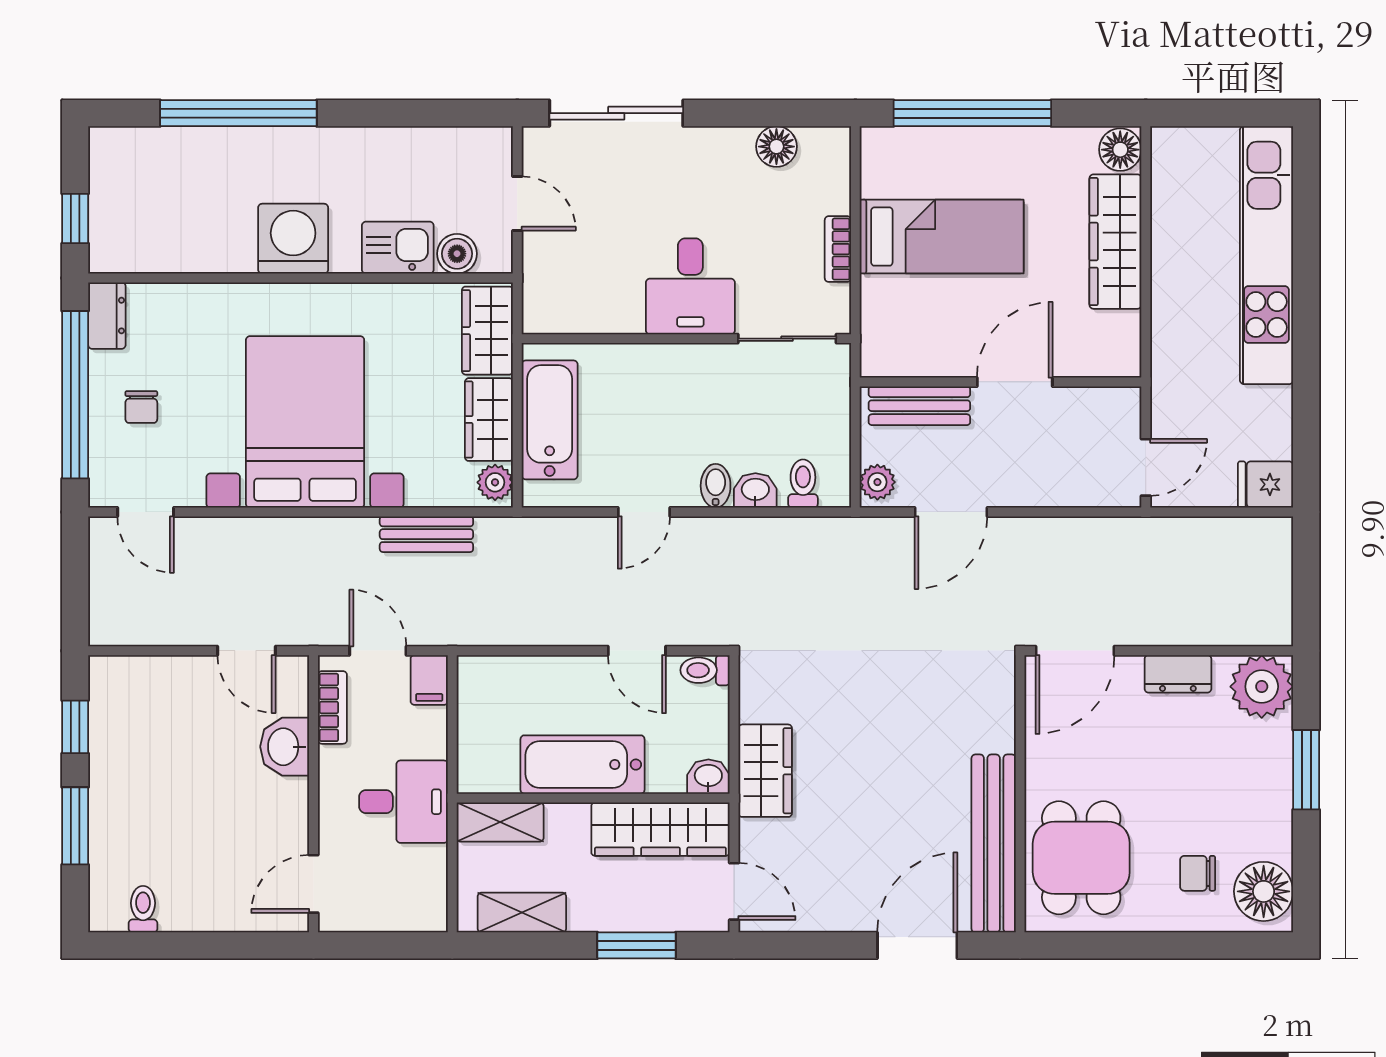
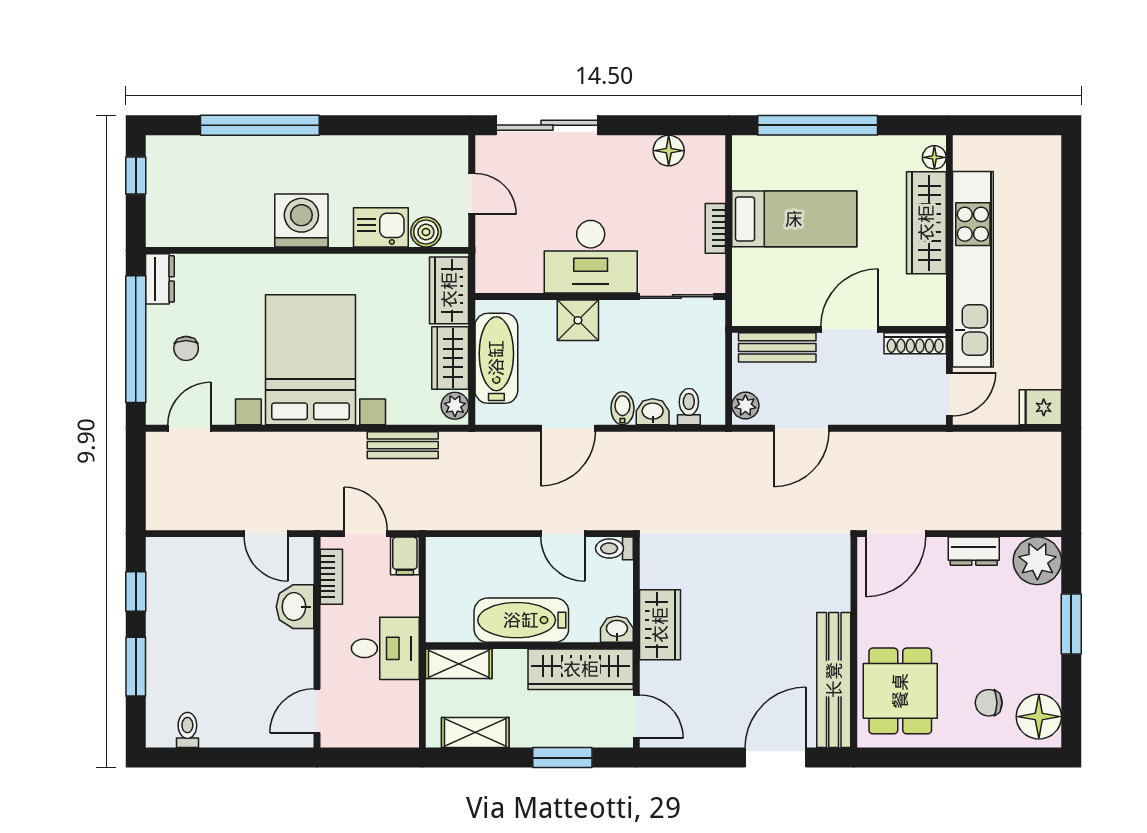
floor lamp: (1120, 150) -> (934, 157), width x0.73, depth x0.73
window: (75, 218) -> (136, 175), moved
kitchen unit: (1267, 255) -> (973, 269), moved, turned 180
desk: (690, 286) -> (591, 257), width x1.37
shower: (657, 370) -> (578, 320), added
shoe rack: (1101, 400) -> (915, 343), added
door: (146, 512) -> (189, 428), swing flipped
door: (644, 512) -> (568, 428), width x1.38

